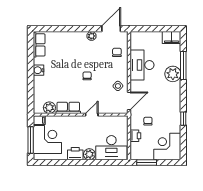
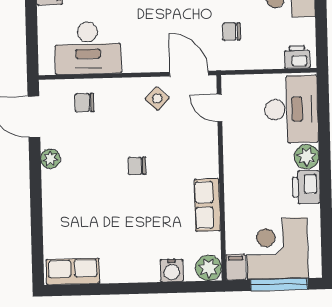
desk: (142, 65) -> (88, 48), moved
water cooler: (38, 70) -> (172, 270), moved
plant: (49, 108) -> (209, 268), moved
door: (92, 115) -> (220, 108), moved
printer: (135, 136) -> (297, 57), moved
window: (147, 163) -> (321, 32), removed

